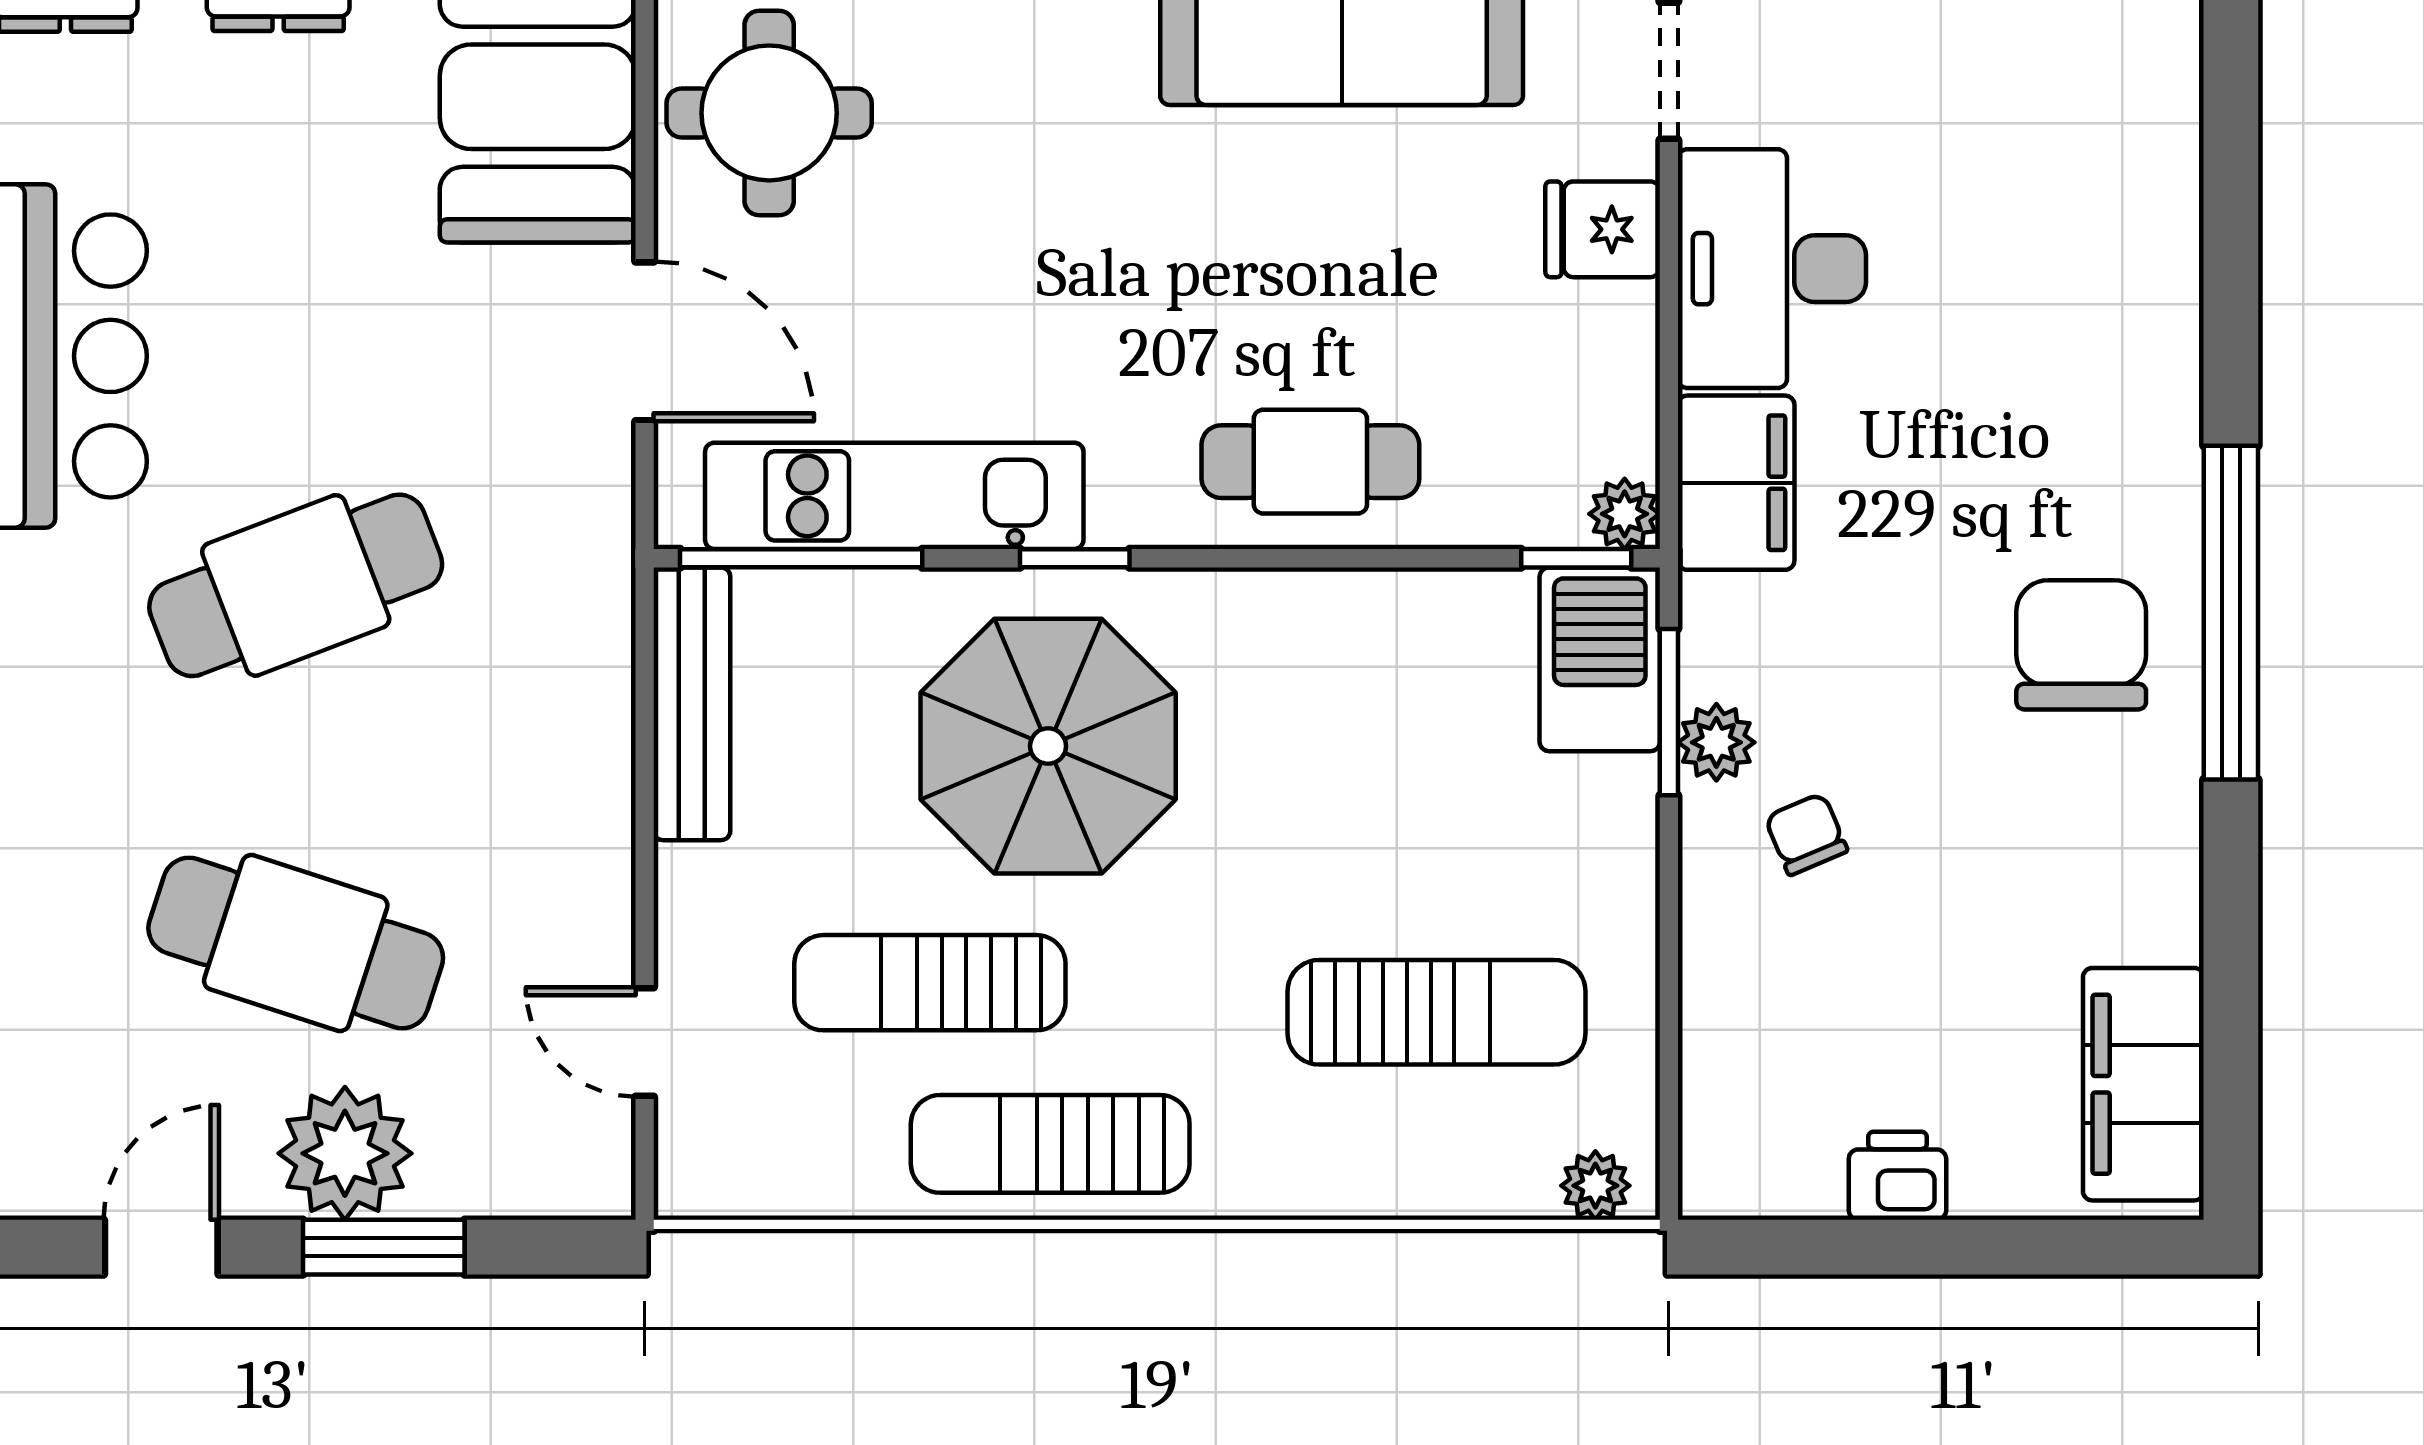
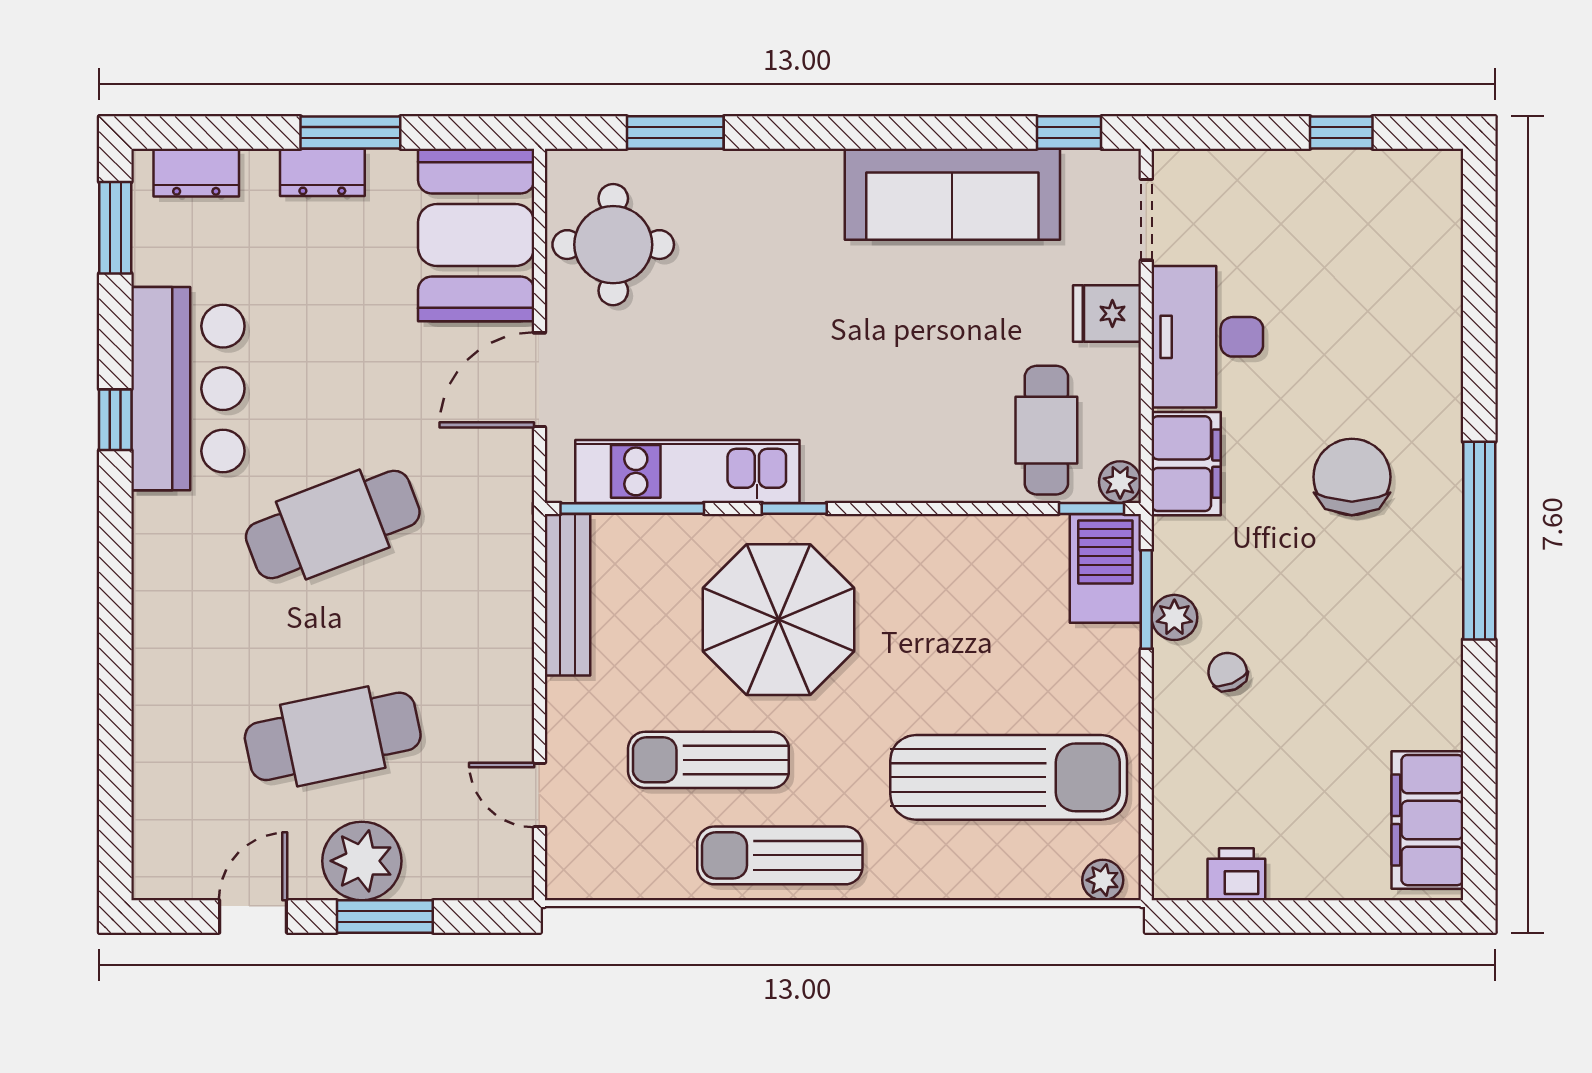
door: (645, 341) -> (539, 380), swing flipped
cafe table: (1310, 462) -> (1046, 430), moved, turned 90
chair: (2081, 645) -> (1352, 477), moved
cafe table: (296, 943) -> (333, 736), turned -30
sun lounger: (1437, 1012) -> (1009, 777), width x1.36, depth x1.34
printer: (1897, 1176) -> (1236, 874), moved

